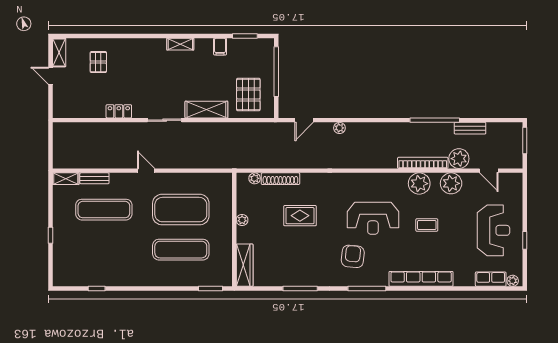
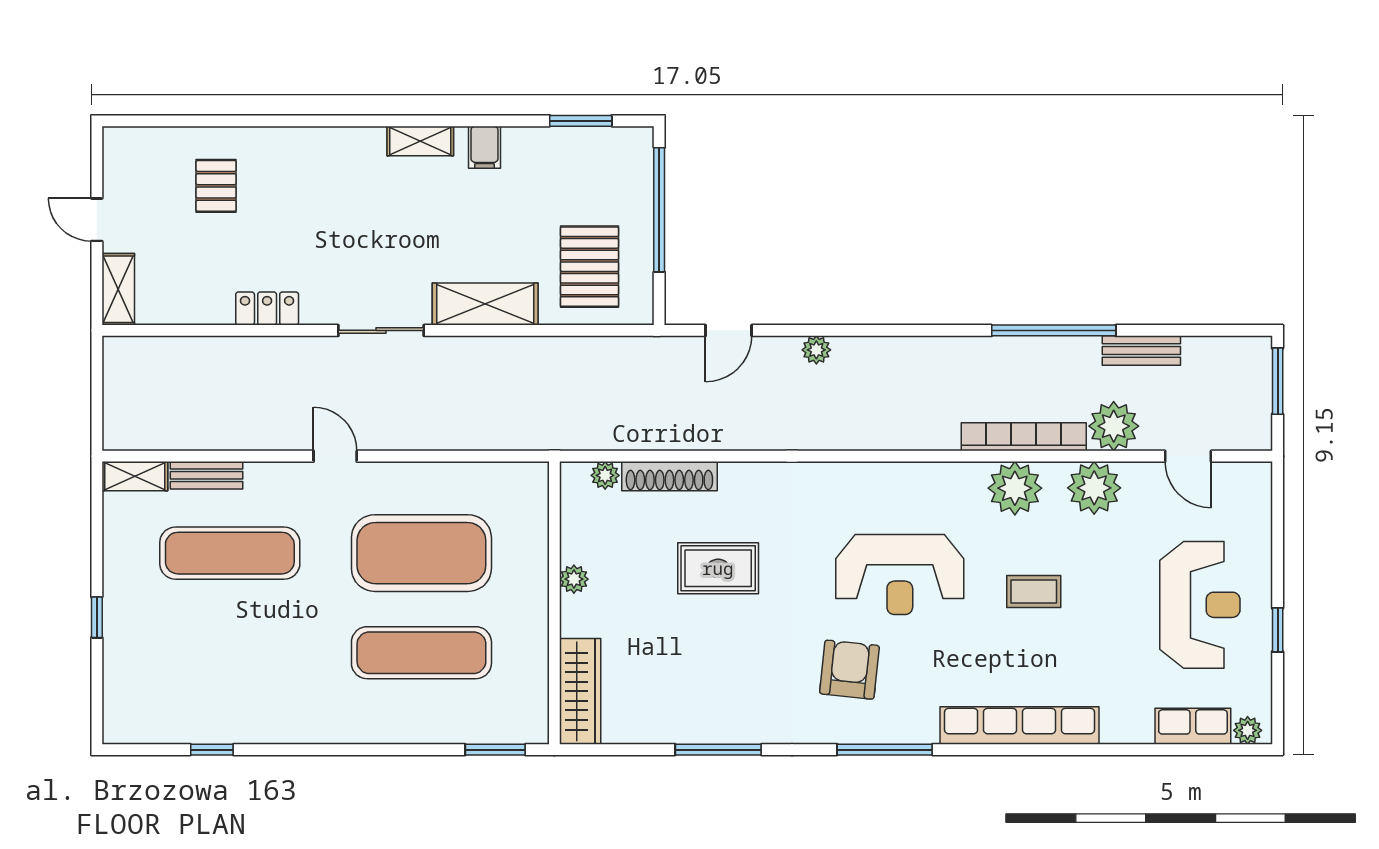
filing cabinet: (220, 47) -> (485, 147), moved
shelving: (59, 52) -> (118, 289), moved

